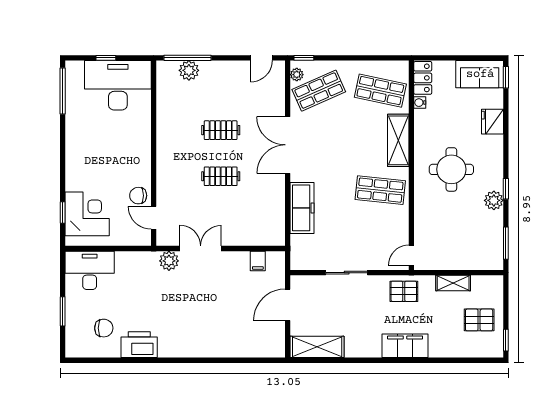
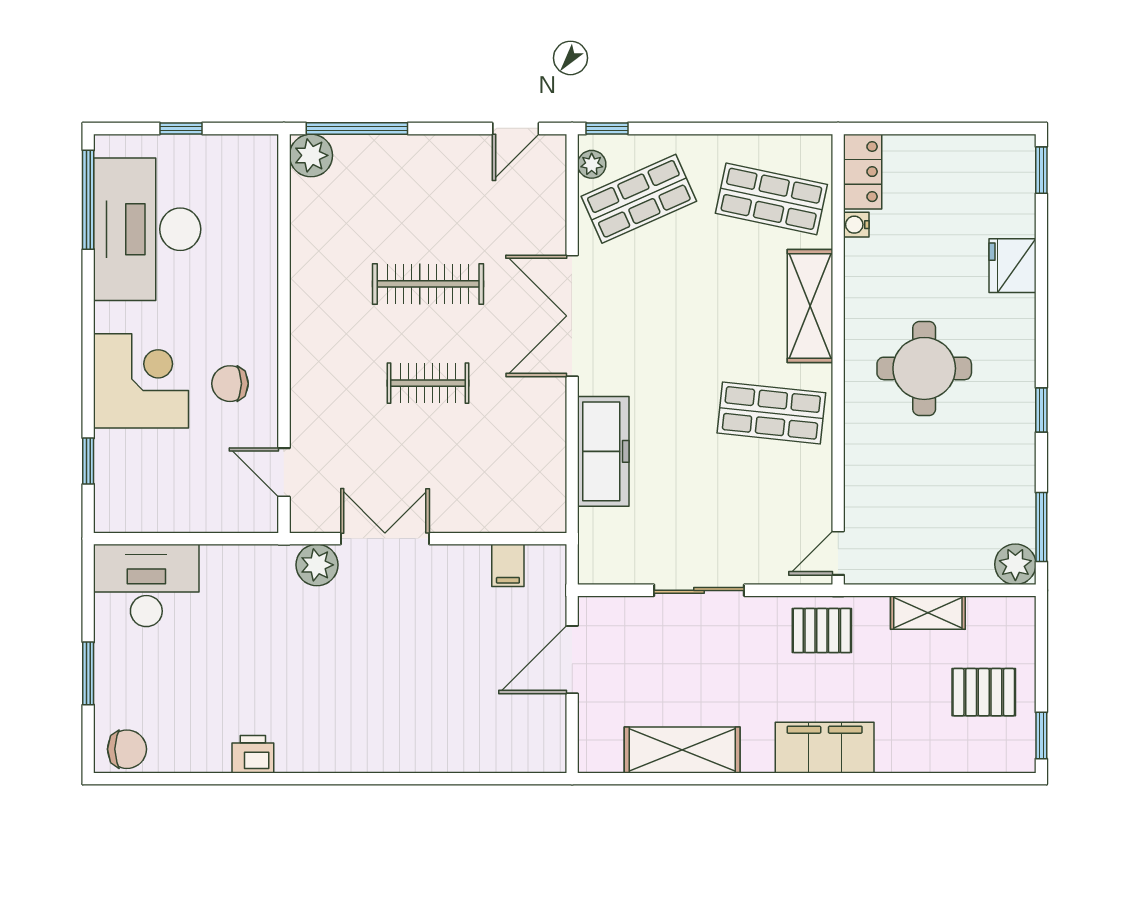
plant: (189, 70) -> (311, 155), moved
sofa: (480, 74) -> (985, 163), removed
desk: (118, 85) -> (147, 229), moved, turned -90
clothes rail: (221, 130) -> (428, 284), width x1.36
chair: (138, 196) -> (230, 384), moved
plant: (494, 200) -> (1015, 564), moved
corner desk: (87, 214) -> (141, 381), moved
chair: (104, 328) -> (127, 749), moved
printer: (139, 345) -> (253, 754), width x0.53, depth x0.68
shelving: (317, 347) -> (682, 750), moved

